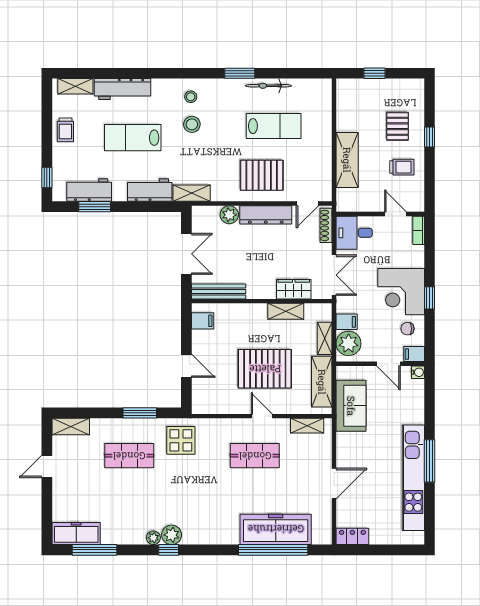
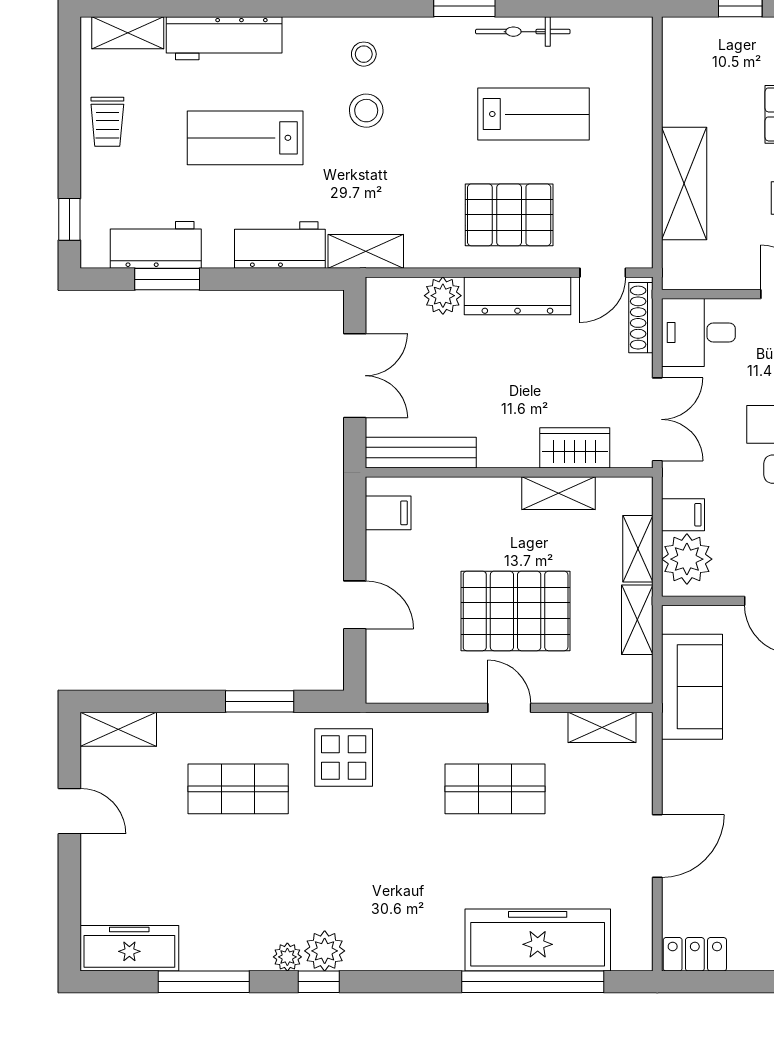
shelving: (322, 382) -> (637, 620), width x0.67, depth x0.75
door: (47, 467) -> (69, 811), swing flipped
window: (95, 550) -> (204, 982), moved

